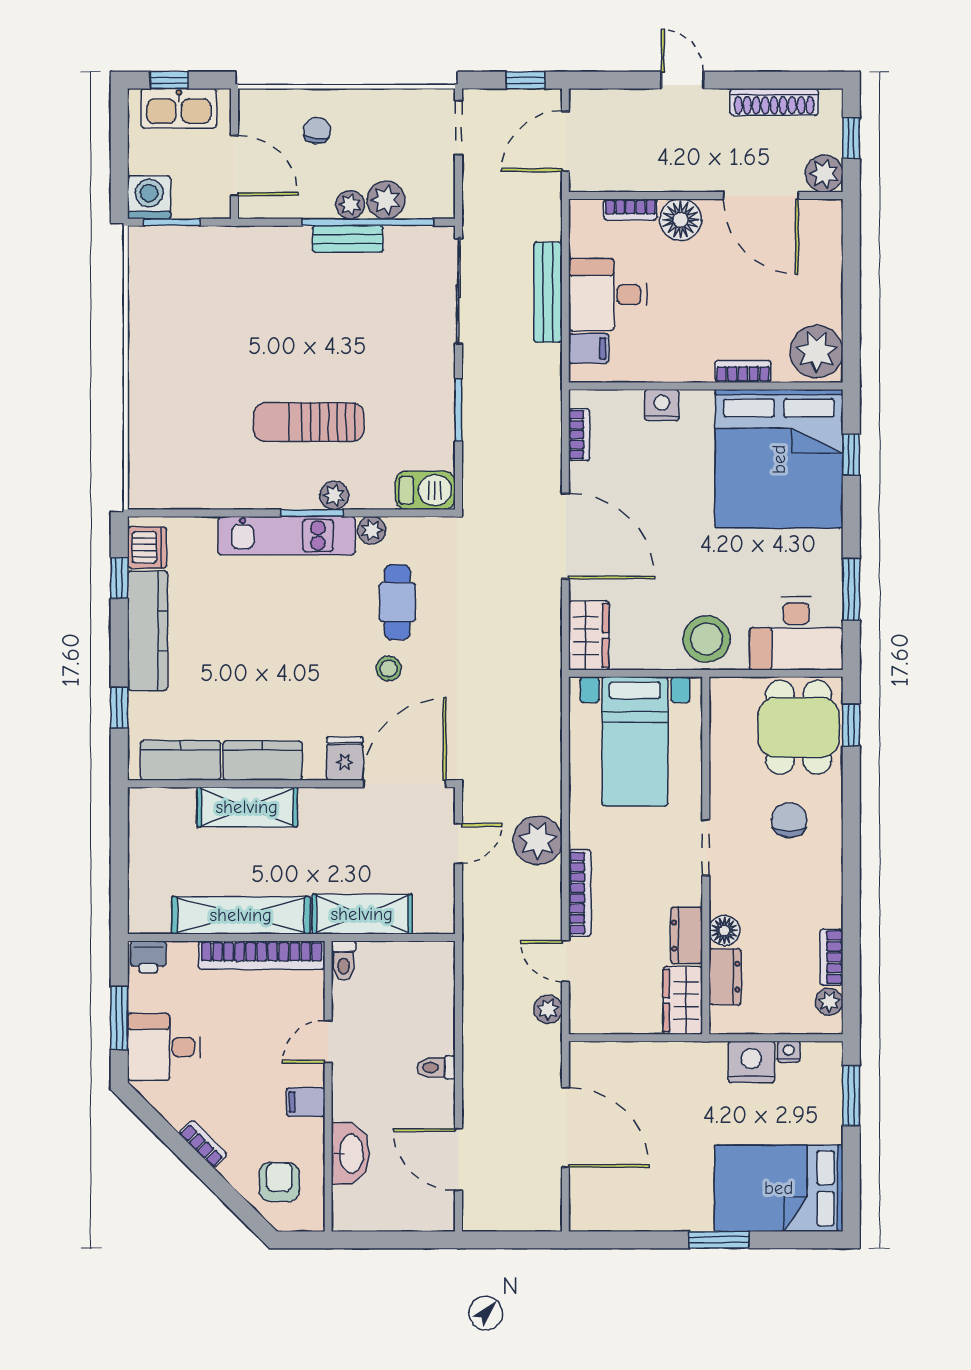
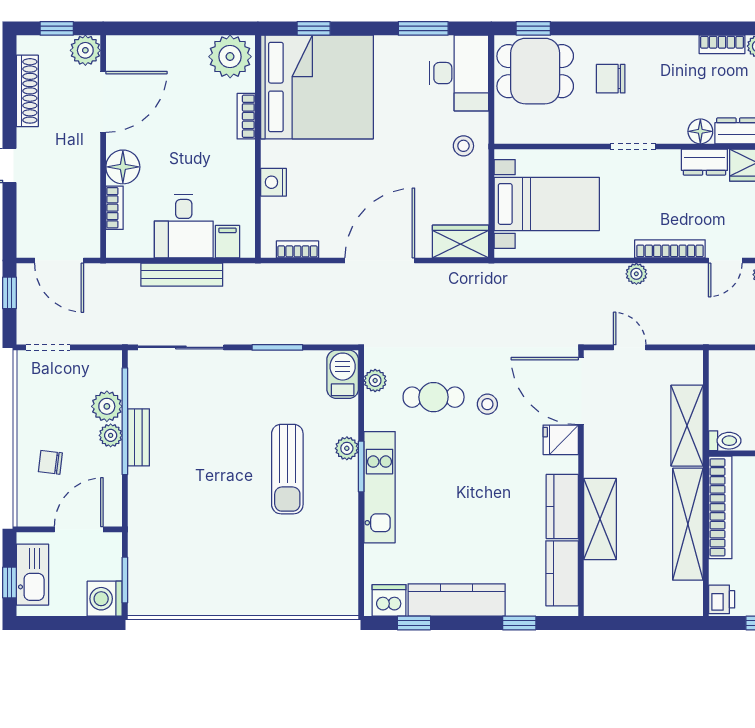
plant: (371, 530) -> (375, 381), moved
stool: (707, 639) -> (463, 146), width x0.53, depth x0.53
plant: (538, 840) -> (636, 274), width x0.53, depth x0.53

